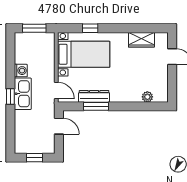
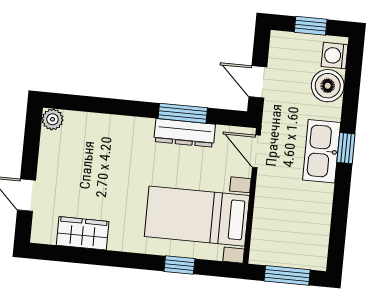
washing machine: (21, 71) -> (335, 56), moved
plant: (147, 97) -> (52, 119), moved
boiler: (23, 128) -> (328, 86), added

